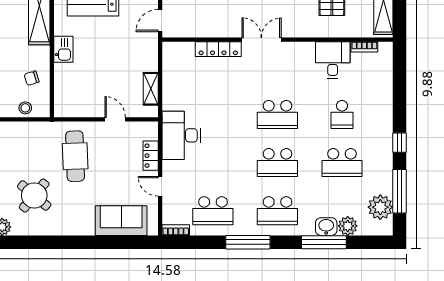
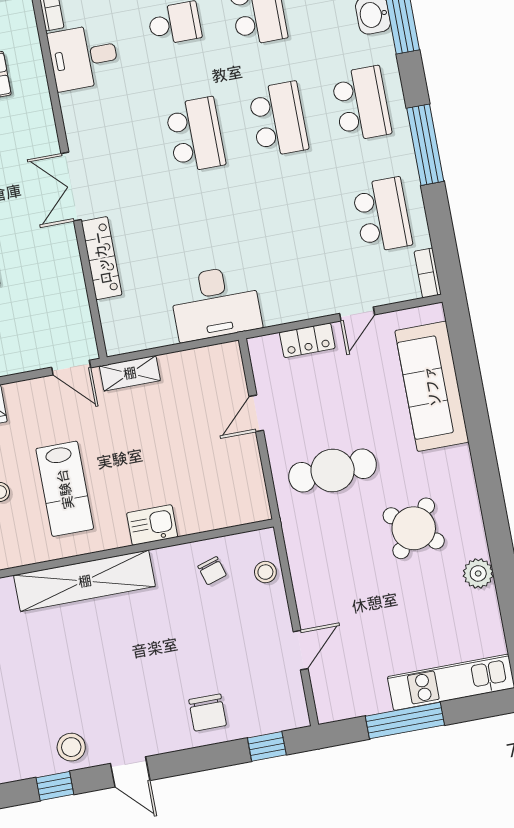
shelving: (151, 89) -> (130, 373), moved
desk: (181, 135) -> (215, 303), moved
sofa: (121, 221) -> (432, 386), width x1.36

